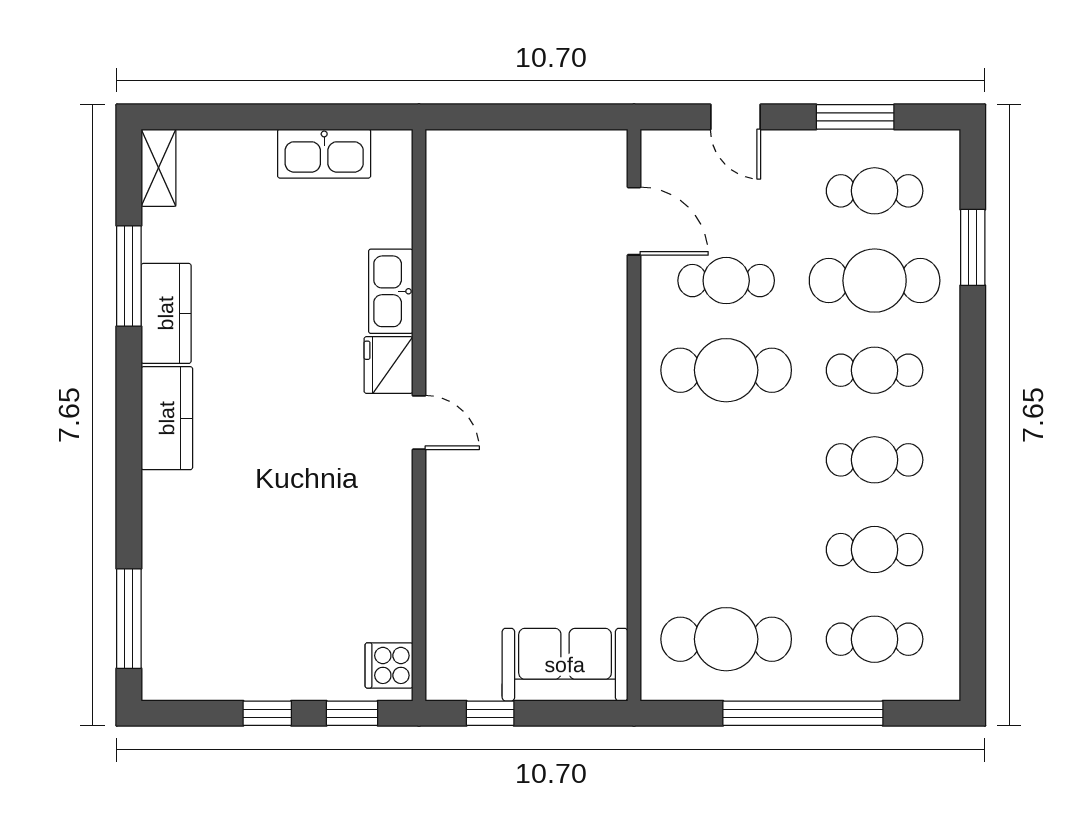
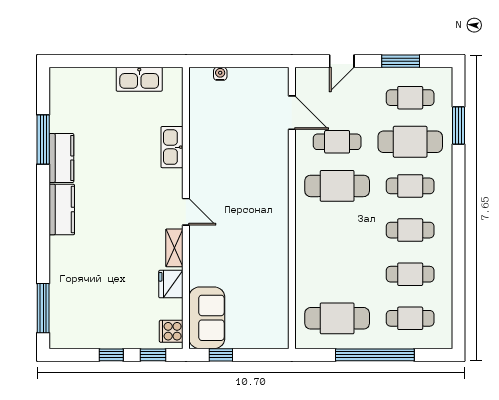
door: (736, 117) -> (342, 61), hinge flipped
water cooler: (489, 142) -> (220, 74), added
shelving: (159, 168) -> (174, 248), moved
fridge: (389, 365) -> (171, 284), moved
sofa: (565, 665) -> (207, 318), moved, turned 90

